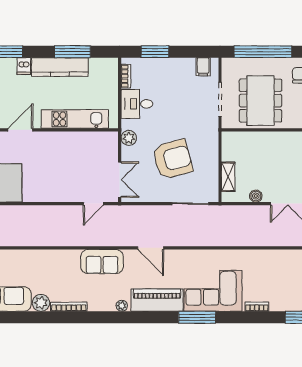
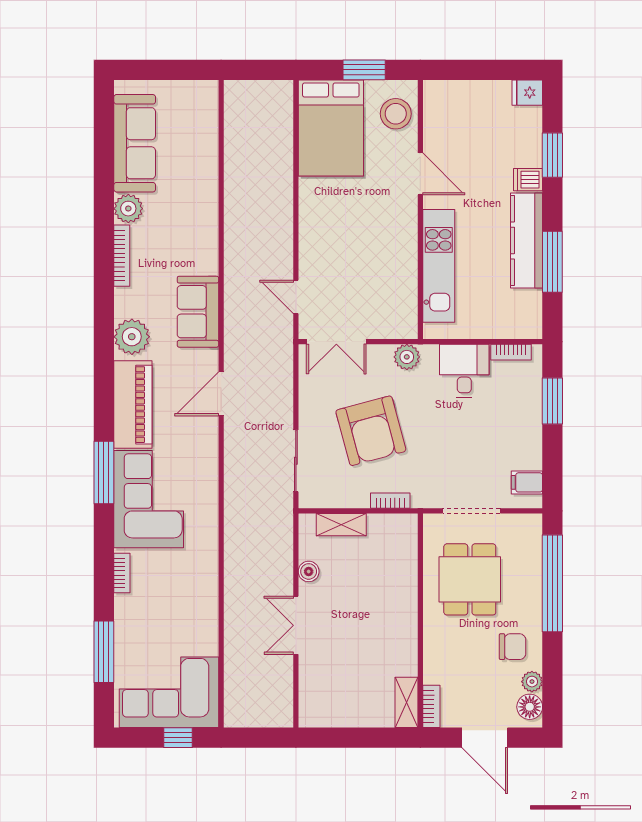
dining table: (261, 101) -> (470, 579), width x0.73
bookcase: (214, 148) -> (390, 501), added
plant: (122, 306) -> (132, 337), width x1.88, depth x1.88

